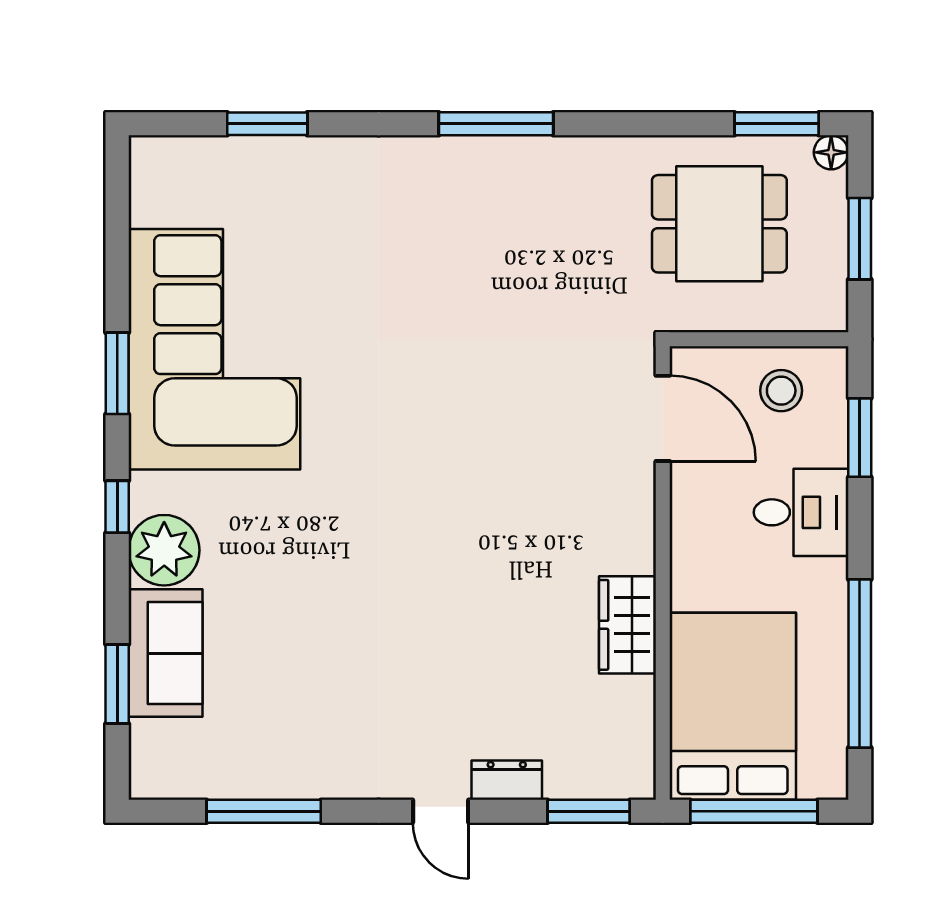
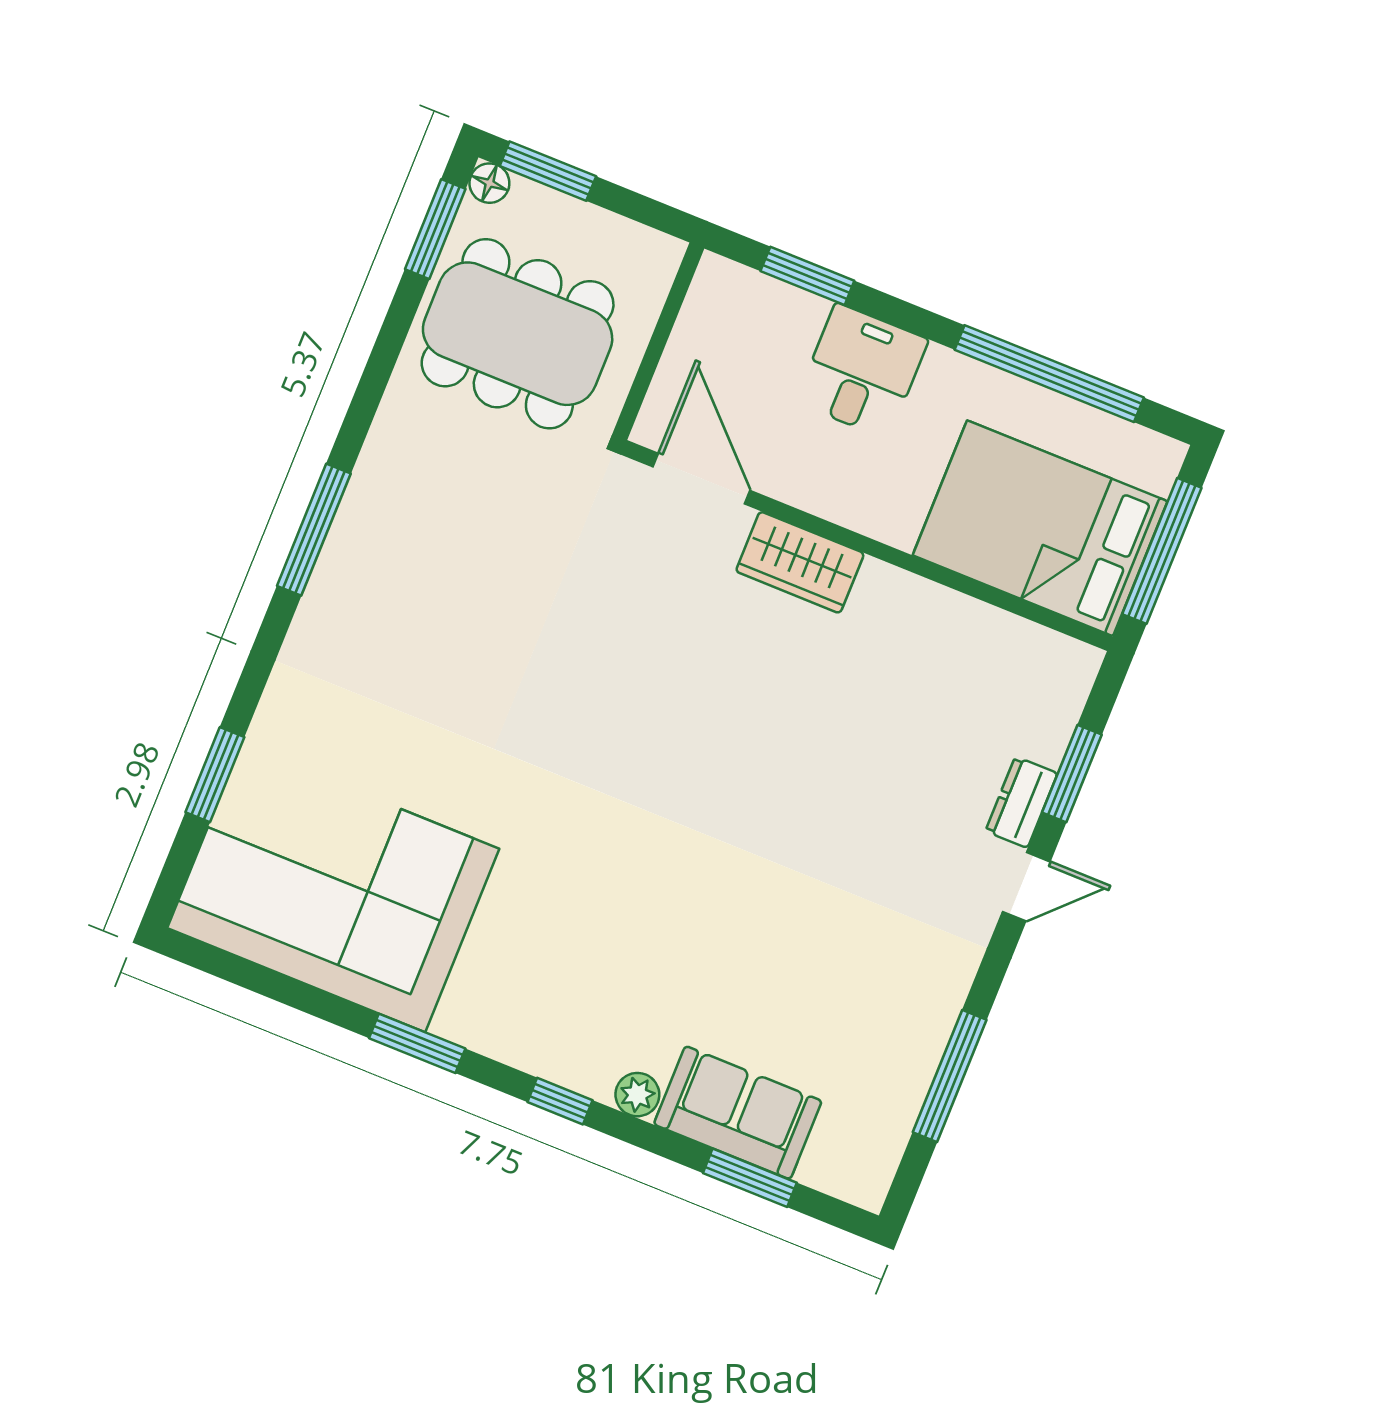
dining table: (719, 224) -> (518, 334), width x1.38
window: (860, 239) -> (548, 171), moved
corner sofa: (214, 349) -> (333, 888), moved
stool: (781, 391) -> (723, 340), removed
door: (663, 418) -> (702, 479), hinge flipped
plant: (164, 550) -> (637, 1095), width x0.53, depth x0.53
wardrobe: (627, 625) -> (800, 562), moved
window: (589, 811) -> (1072, 774), moved

